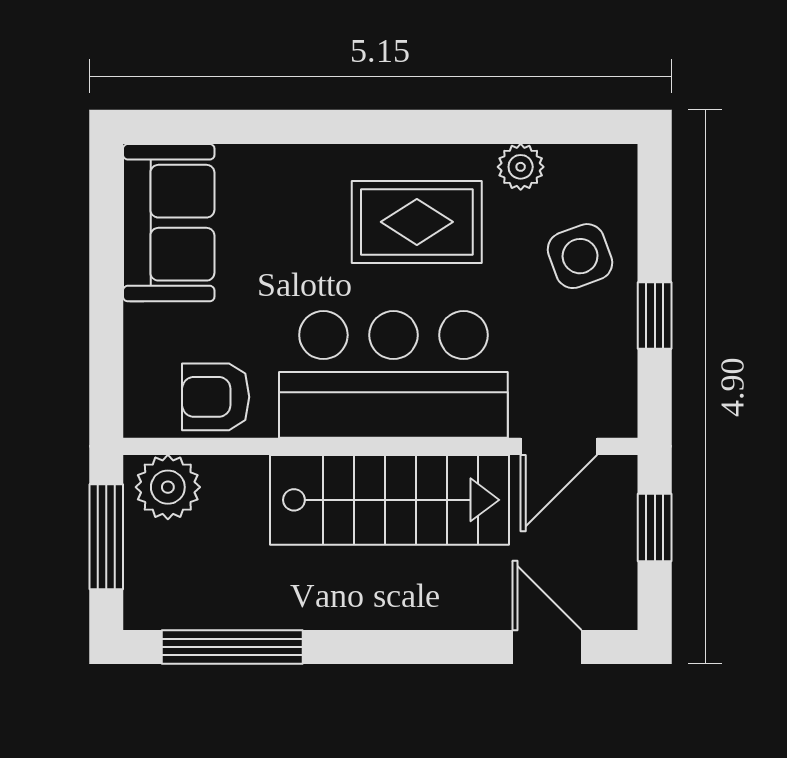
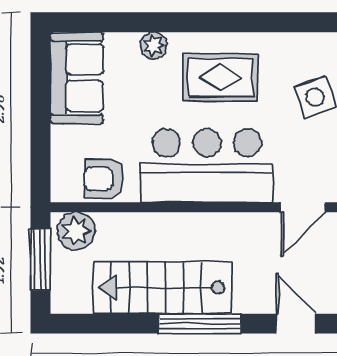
plant: (521, 167) -> (154, 45), moved
stairs: (389, 500) -> (163, 288), moved, turned 180
window: (232, 647) -> (200, 324), moved

